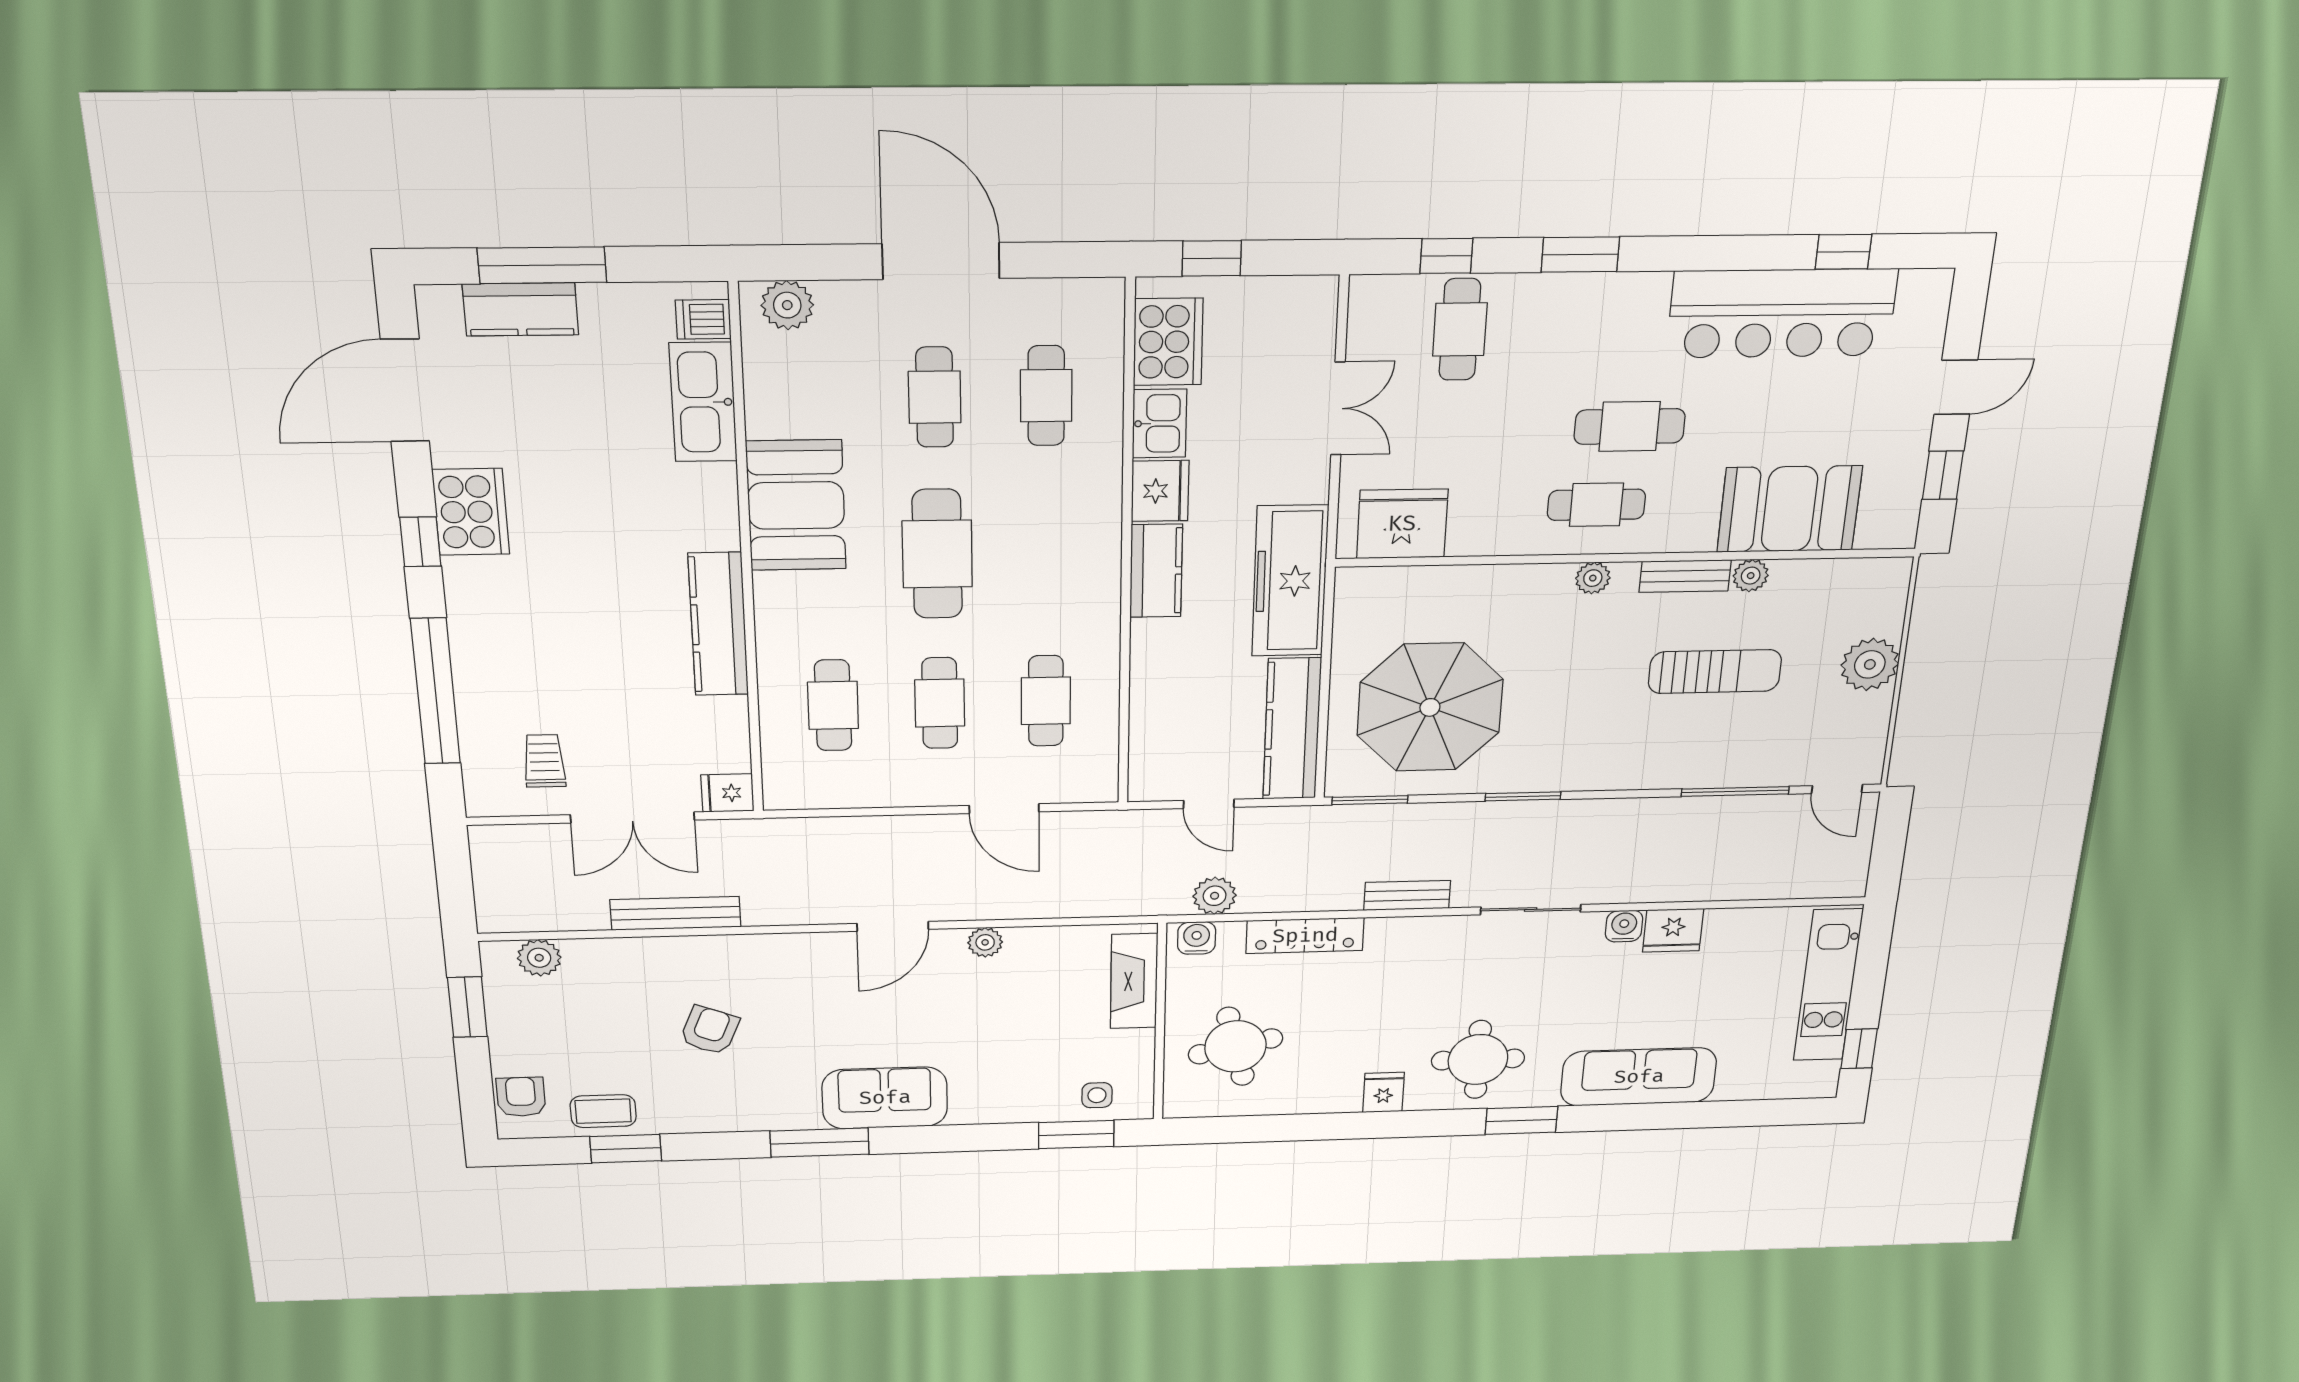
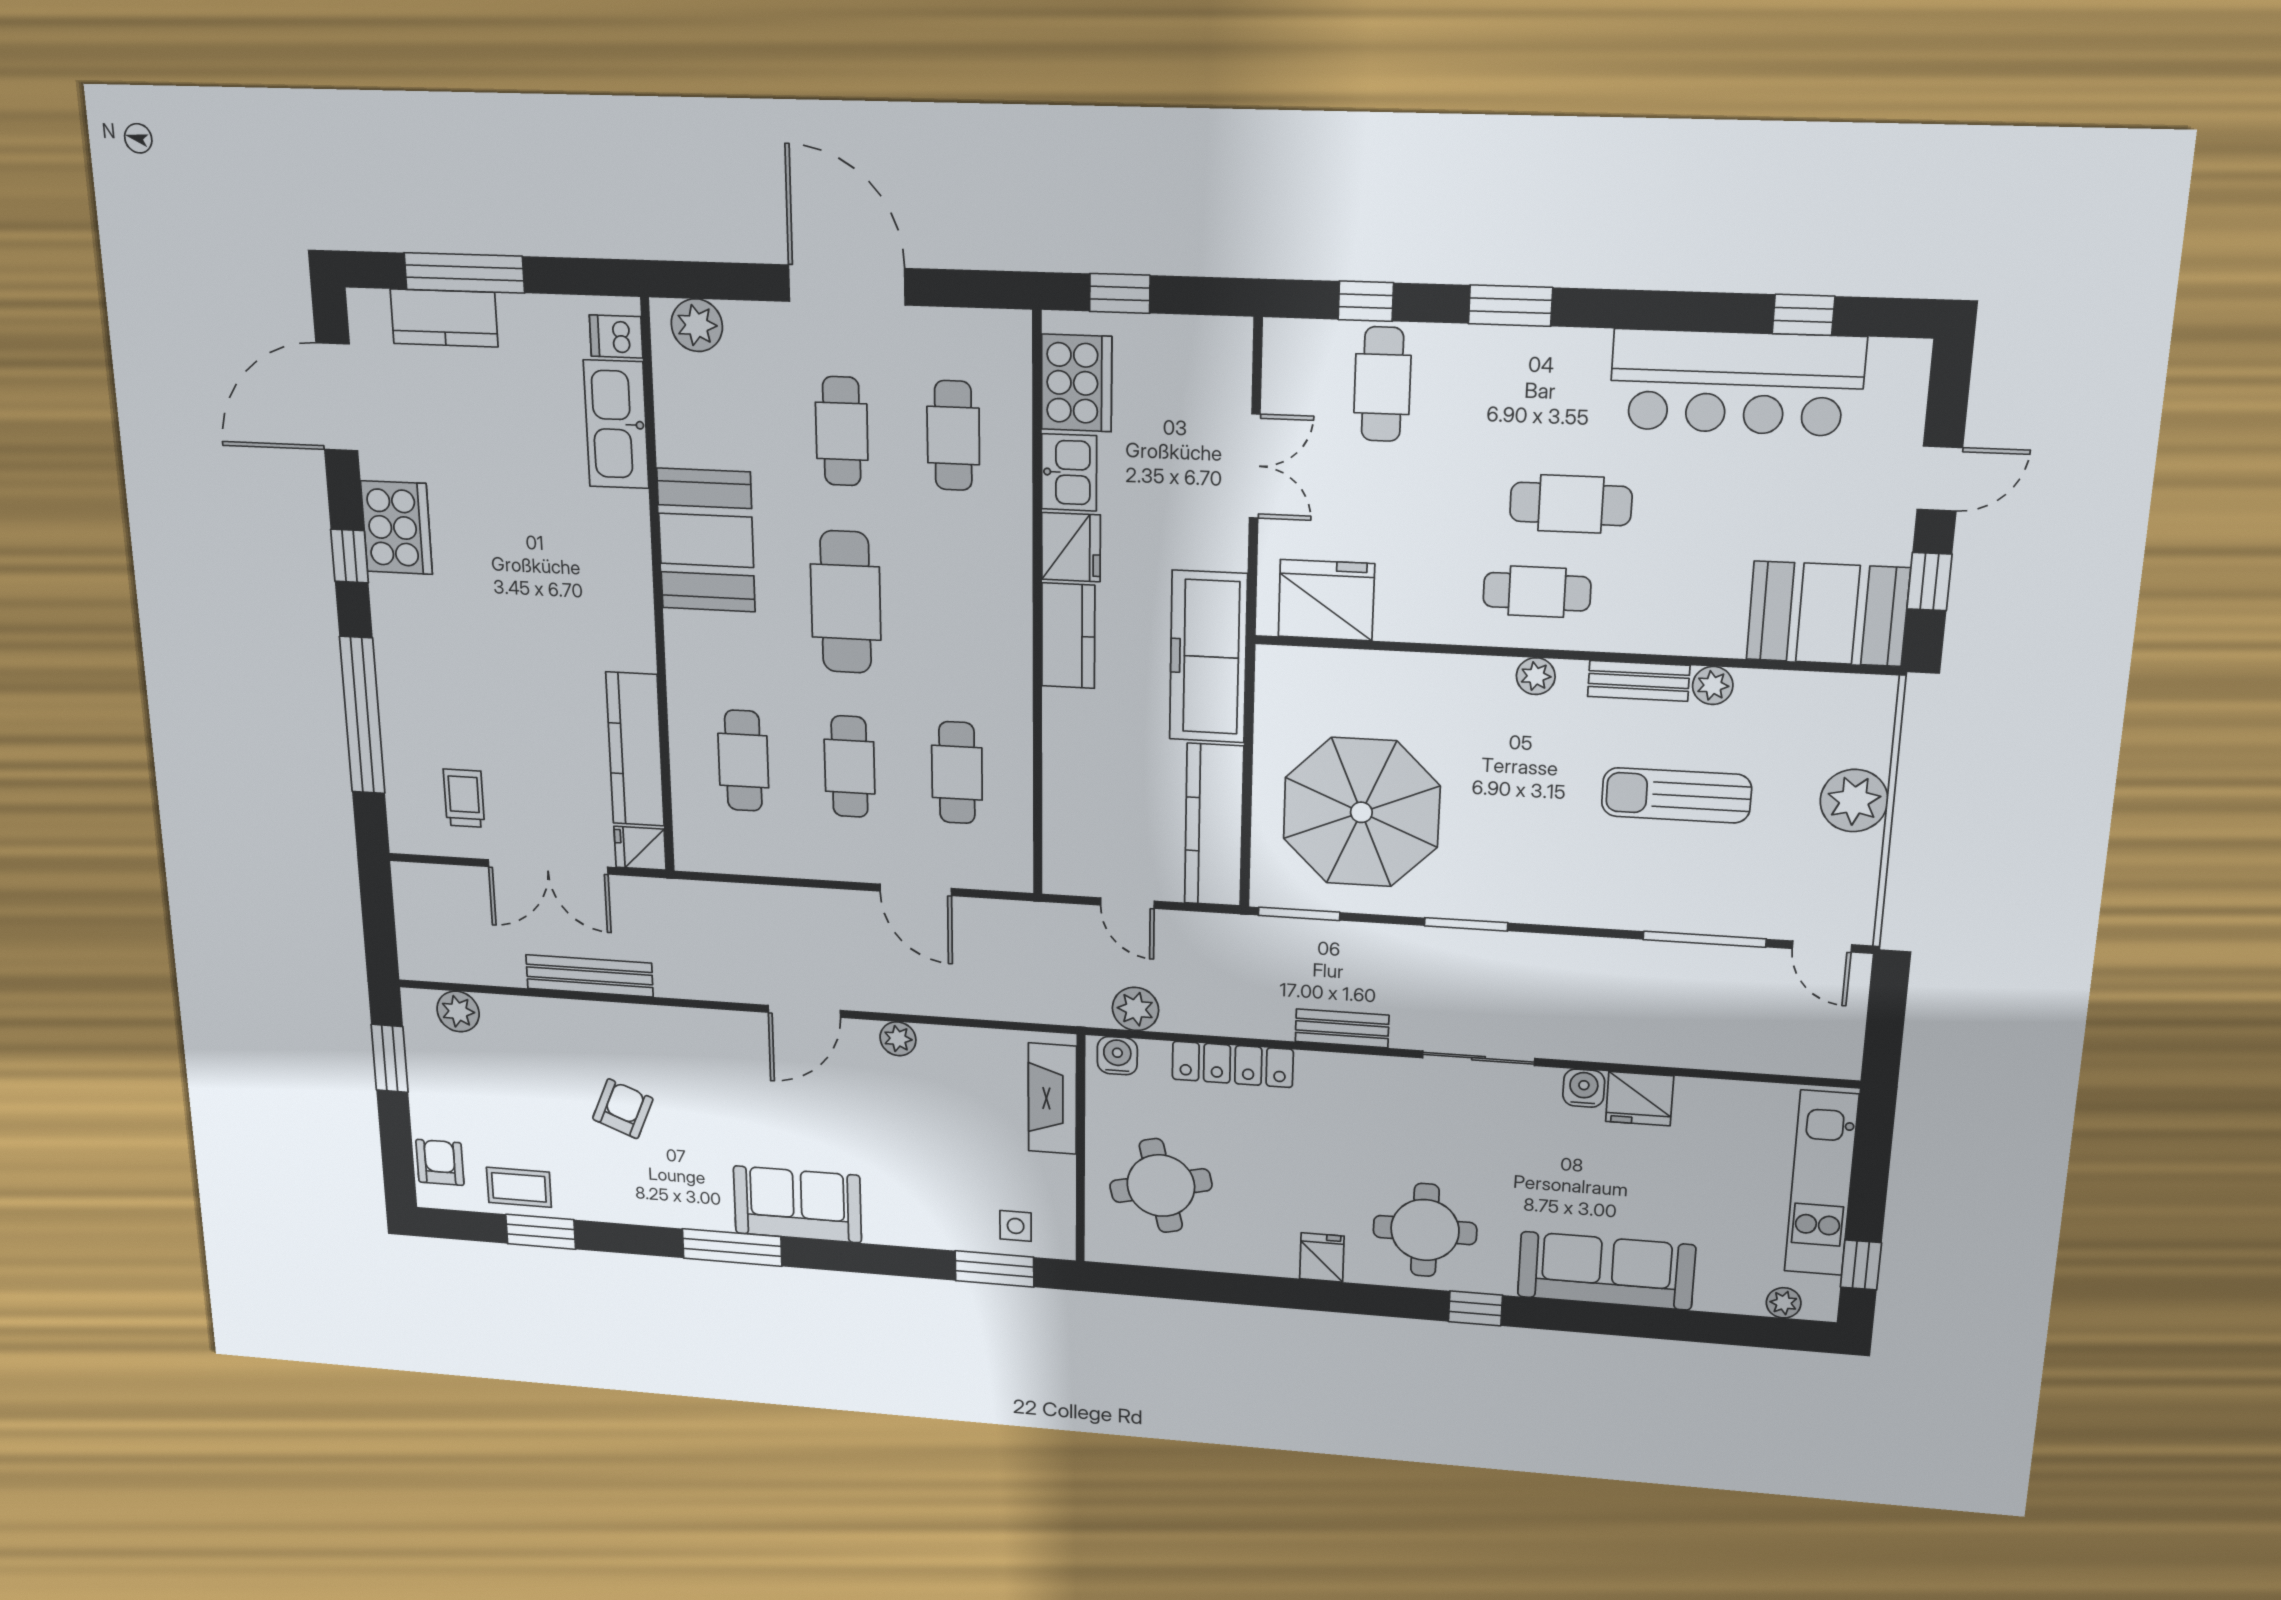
booth: (1789, 509) -> (1828, 614), moved
kitchen counter: (718, 624) -> (635, 749), moved
sun lounger: (1715, 672) -> (1676, 795), turned 180
plant: (1792, 1087) -> (1784, 1303), added
window: (1521, 1120) -> (1475, 1308), width x0.67

